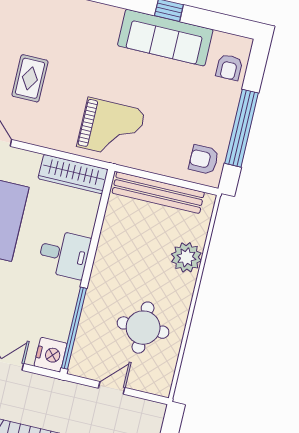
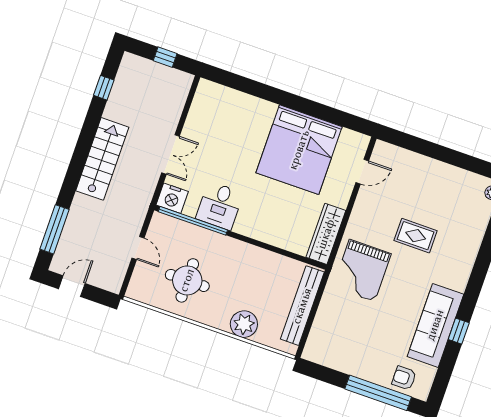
rug: (30, 78) -> (416, 236), moved
window: (242, 128) -> (378, 393), moved
armchair: (204, 160) -> (327, 348), removed
desk: (64, 254) -> (220, 206), moved

